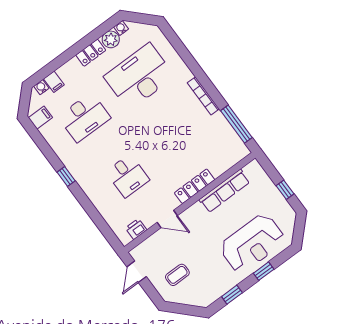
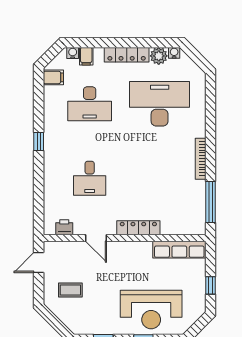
locker: (91, 53) -> (127, 55), width x1.53
row of seats: (224, 191) -> (179, 250), moved

